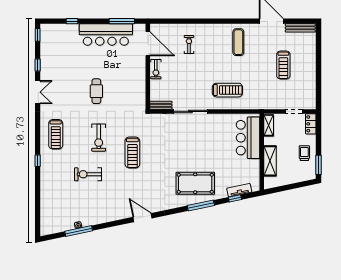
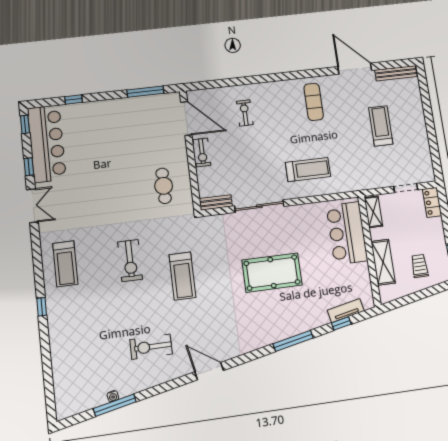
bar counter: (106, 35) -> (47, 144), moved, turned -90
treadmill: (283, 65) -> (381, 126), turned 180
cafe table: (96, 91) -> (164, 186), moved
trolley: (304, 153) -> (420, 266), moved
exercise bike: (88, 174) -> (151, 347), moved
pool table: (195, 183) -> (272, 273), moved

